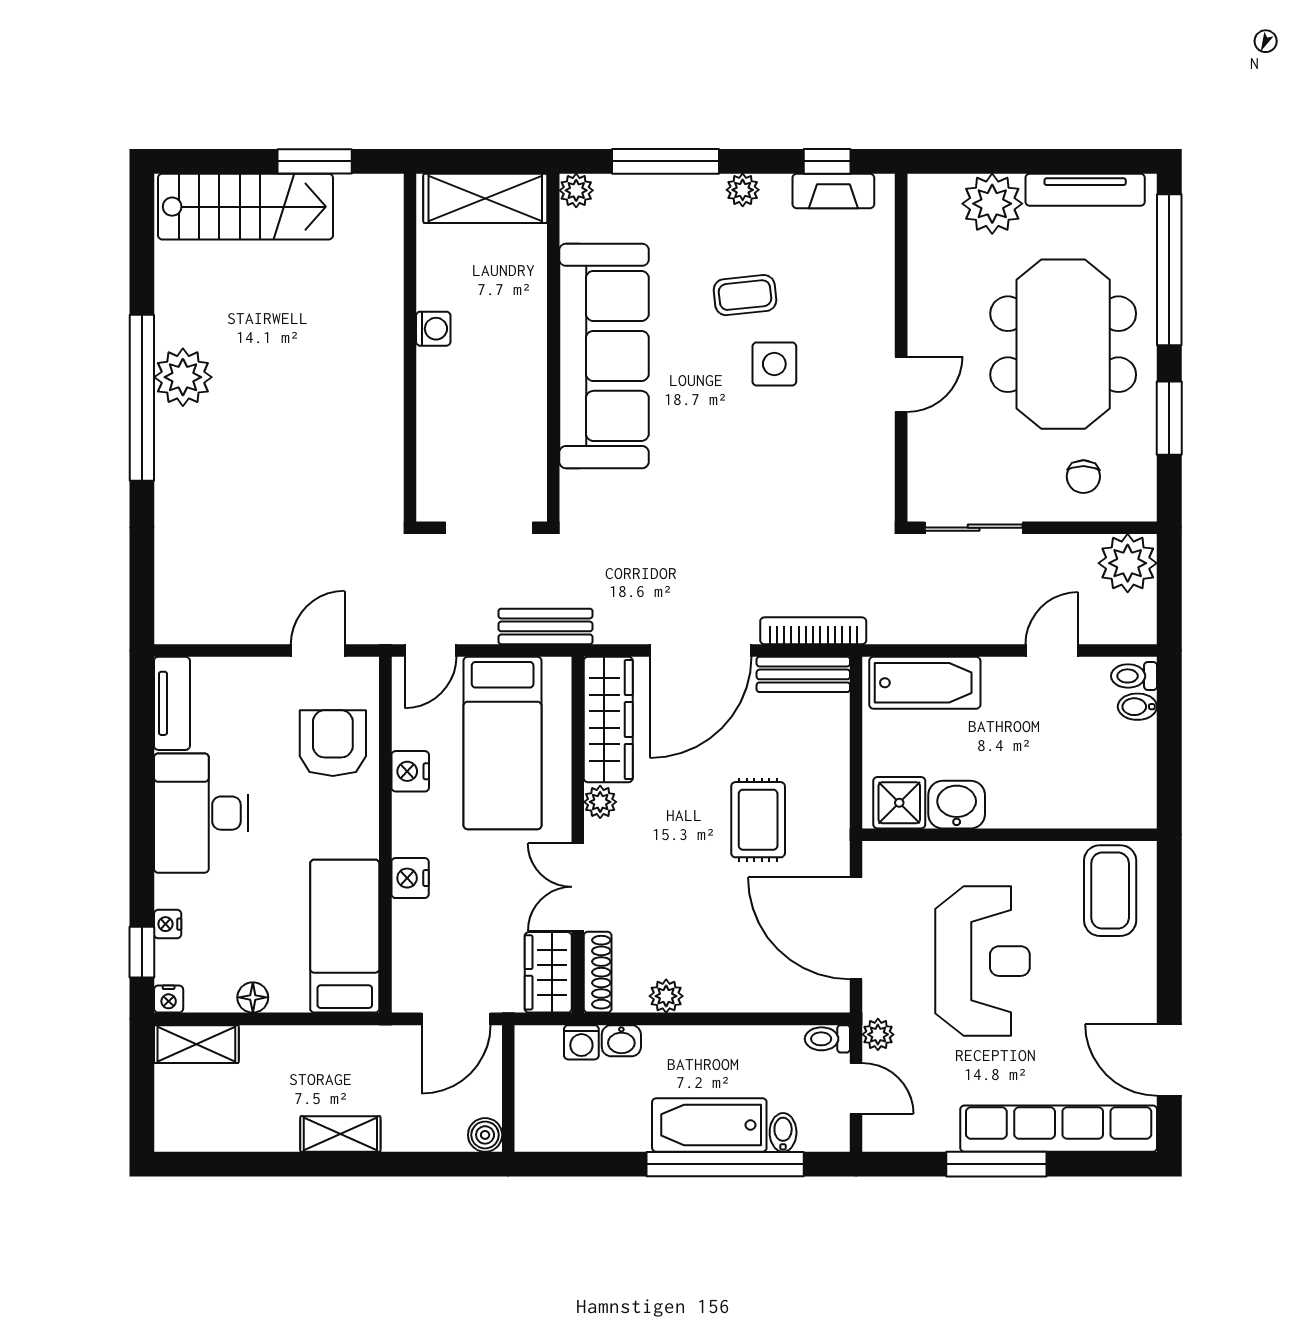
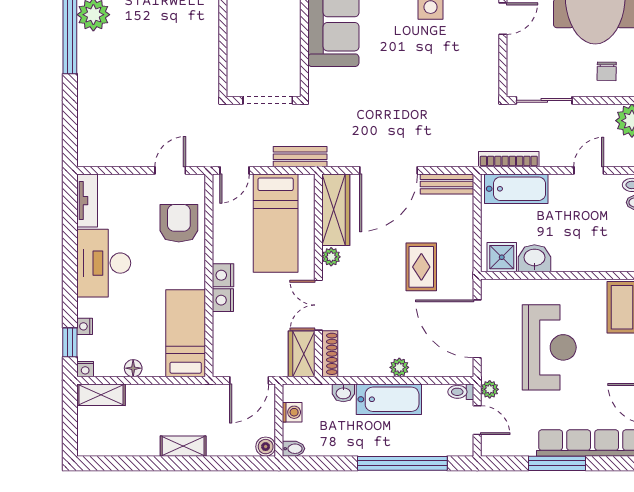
bookcase: (813, 631) -> (509, 159), moved
nightstand: (410, 771) -> (223, 275), moved
plant: (666, 996) -> (399, 367), moved
washing machine: (581, 1042) -> (292, 412), moved, turned -90
bathtub: (709, 1125) -> (389, 399), moved, turned 180
bidet: (783, 1132) -> (293, 449), moved, turned 90

